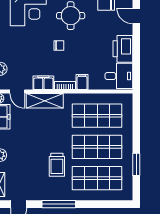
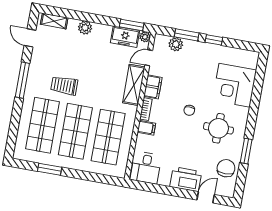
printer: (123, 49) -> (186, 179), moved

